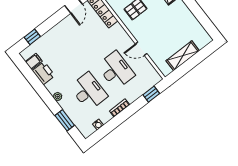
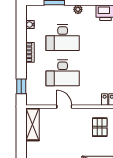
door: (141, 49) -> (64, 107), hinge flipped
shelving: (183, 56) -> (33, 124), moved

